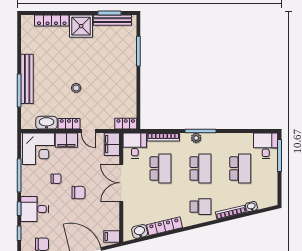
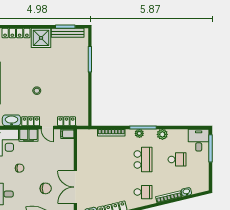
locker: (126, 124) -> (66, 121), moved
plant: (223, 139) -> (162, 134), added
filing cabinet: (112, 144) -> (67, 134), width x0.50
desk: (135, 145) -> (87, 140), removed
school desk: (161, 169) -> (109, 159), removed
school desk: (240, 169) -> (177, 159), width x0.54
double door: (121, 183) -> (75, 187), moved
chair: (78, 193) -> (46, 188), moved

